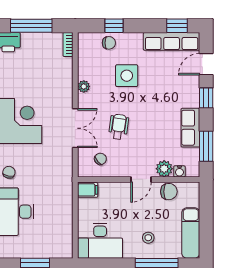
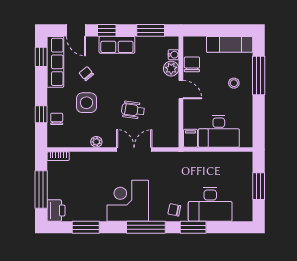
row of seats: (190, 128) -> (117, 45), moved
chair: (100, 159) -> (86, 74), moved
desk: (100, 241) -> (219, 131), moved, turned 90

